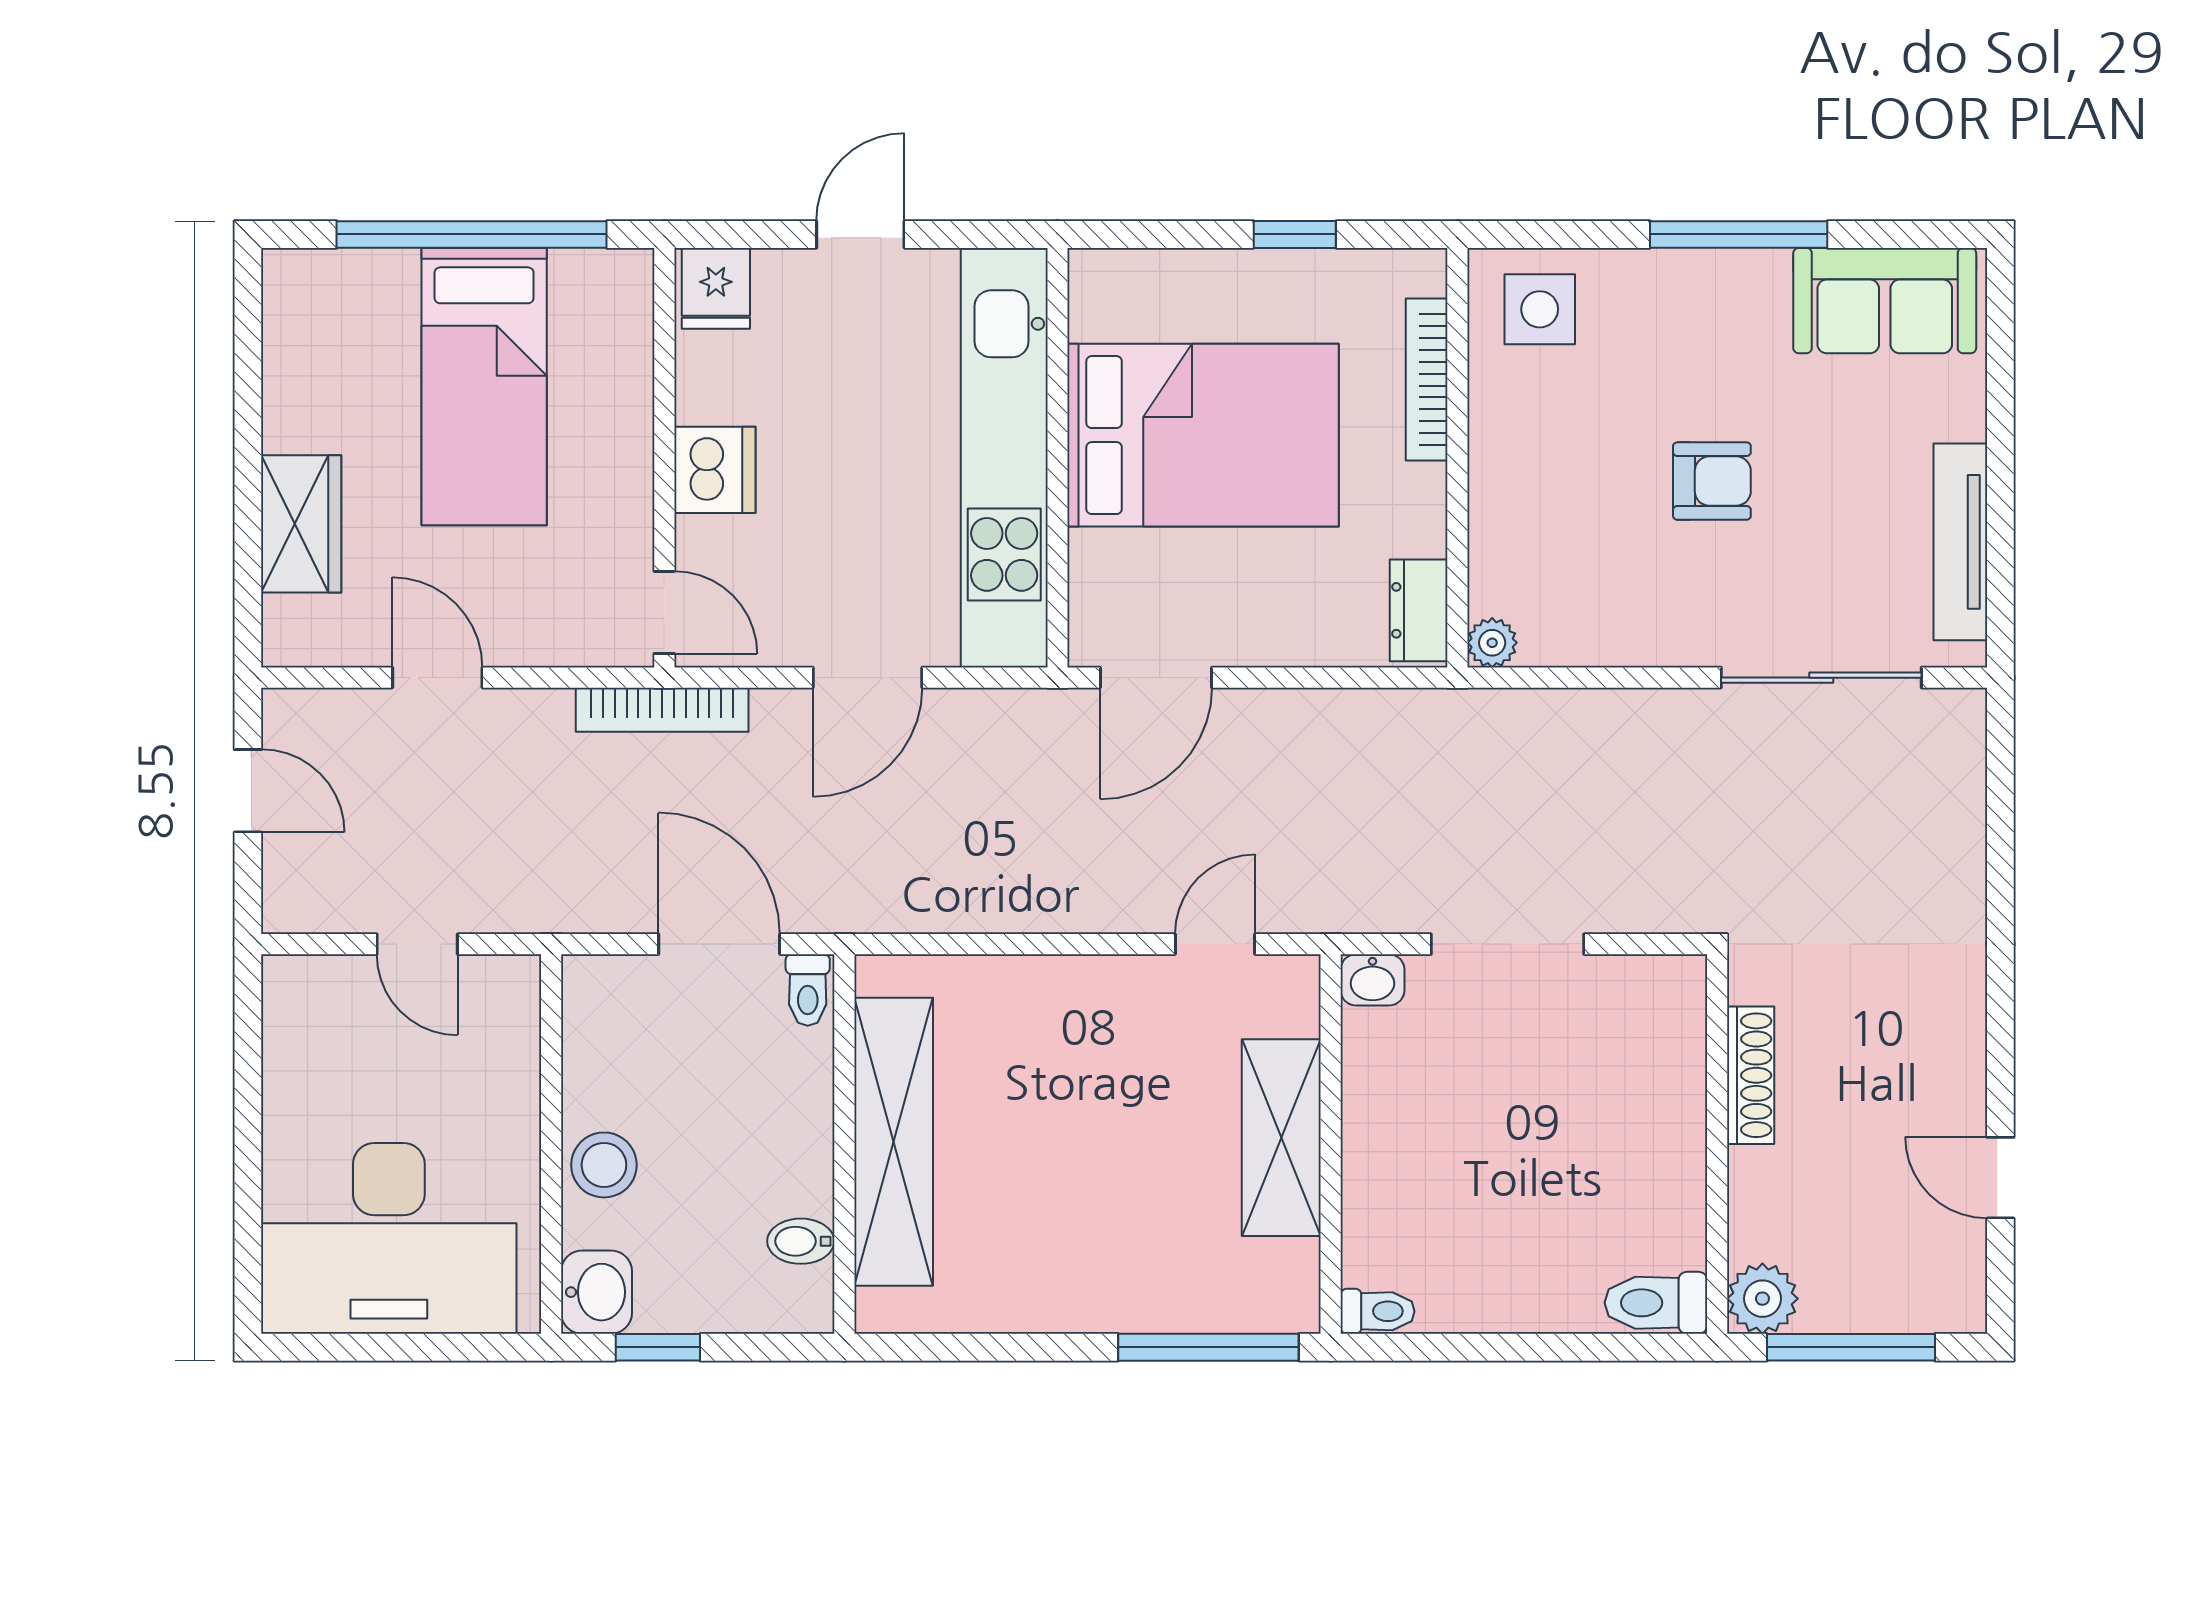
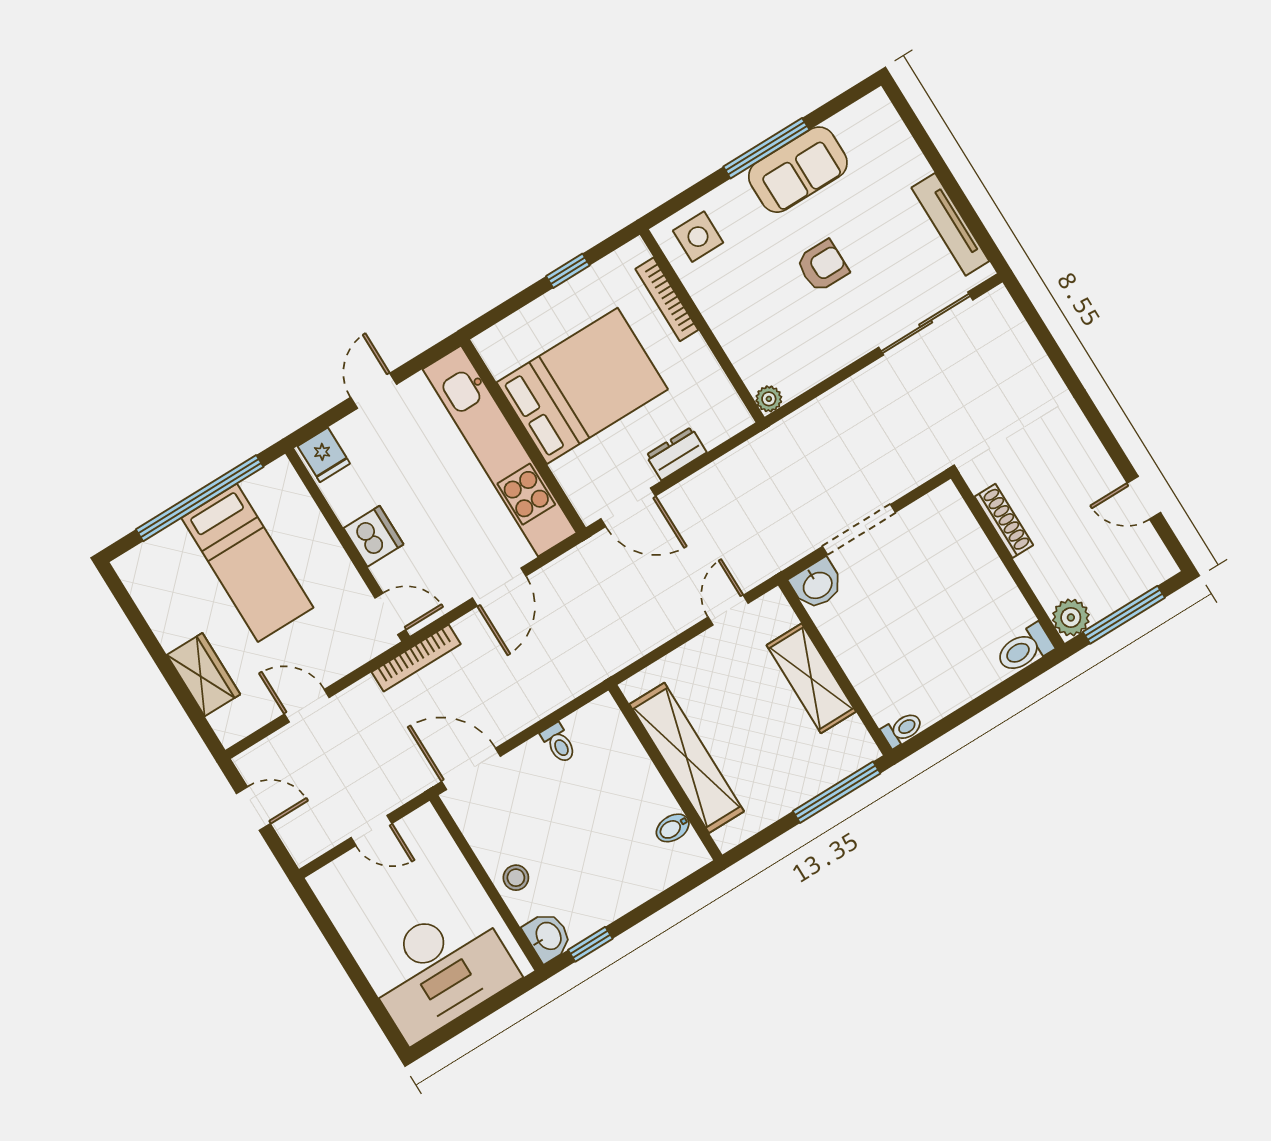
sofa: (1885, 301) -> (798, 170), moved
dresser: (1419, 610) -> (676, 454), moved, turned 90
door: (1156, 678) -> (628, 507), hinge flipped
door: (719, 944) -> (471, 769), moved
washbasin: (1372, 980) -> (817, 584), width x1.38, depth x1.45
shelving: (894, 1142) -> (687, 758), moved
wall: (844, 1144) -> (665, 772), moved
stool: (604, 1165) -> (516, 878), width x0.73, depth x0.73
bidet: (801, 1241) -> (673, 828), moved

